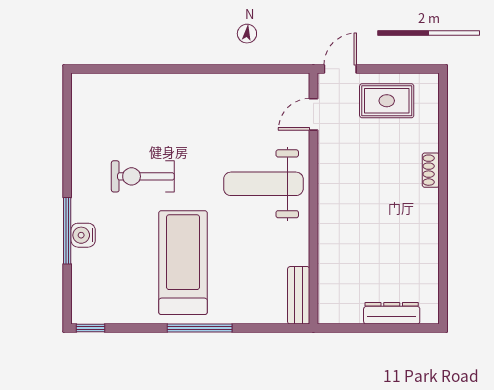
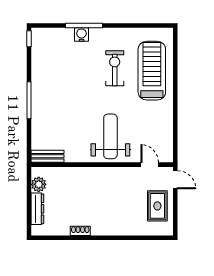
shoe rack: (431, 170) -> (80, 231), moved
treadmill: (183, 263) -> (152, 71), moved, turned -90
plant: (348, 311) -> (39, 184), added

